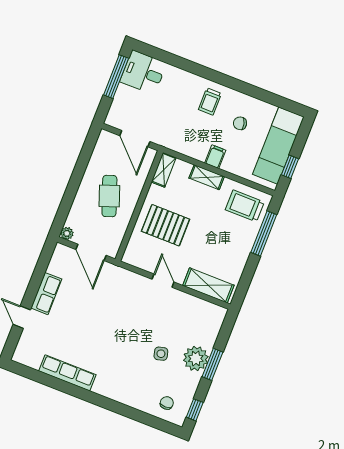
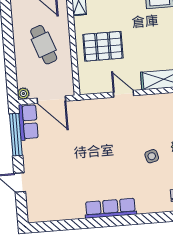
window: (40, 269) -> (16, 135), added
row of seats: (46, 294) -> (28, 122), moved
row of seats: (67, 373) -> (110, 208), moved

